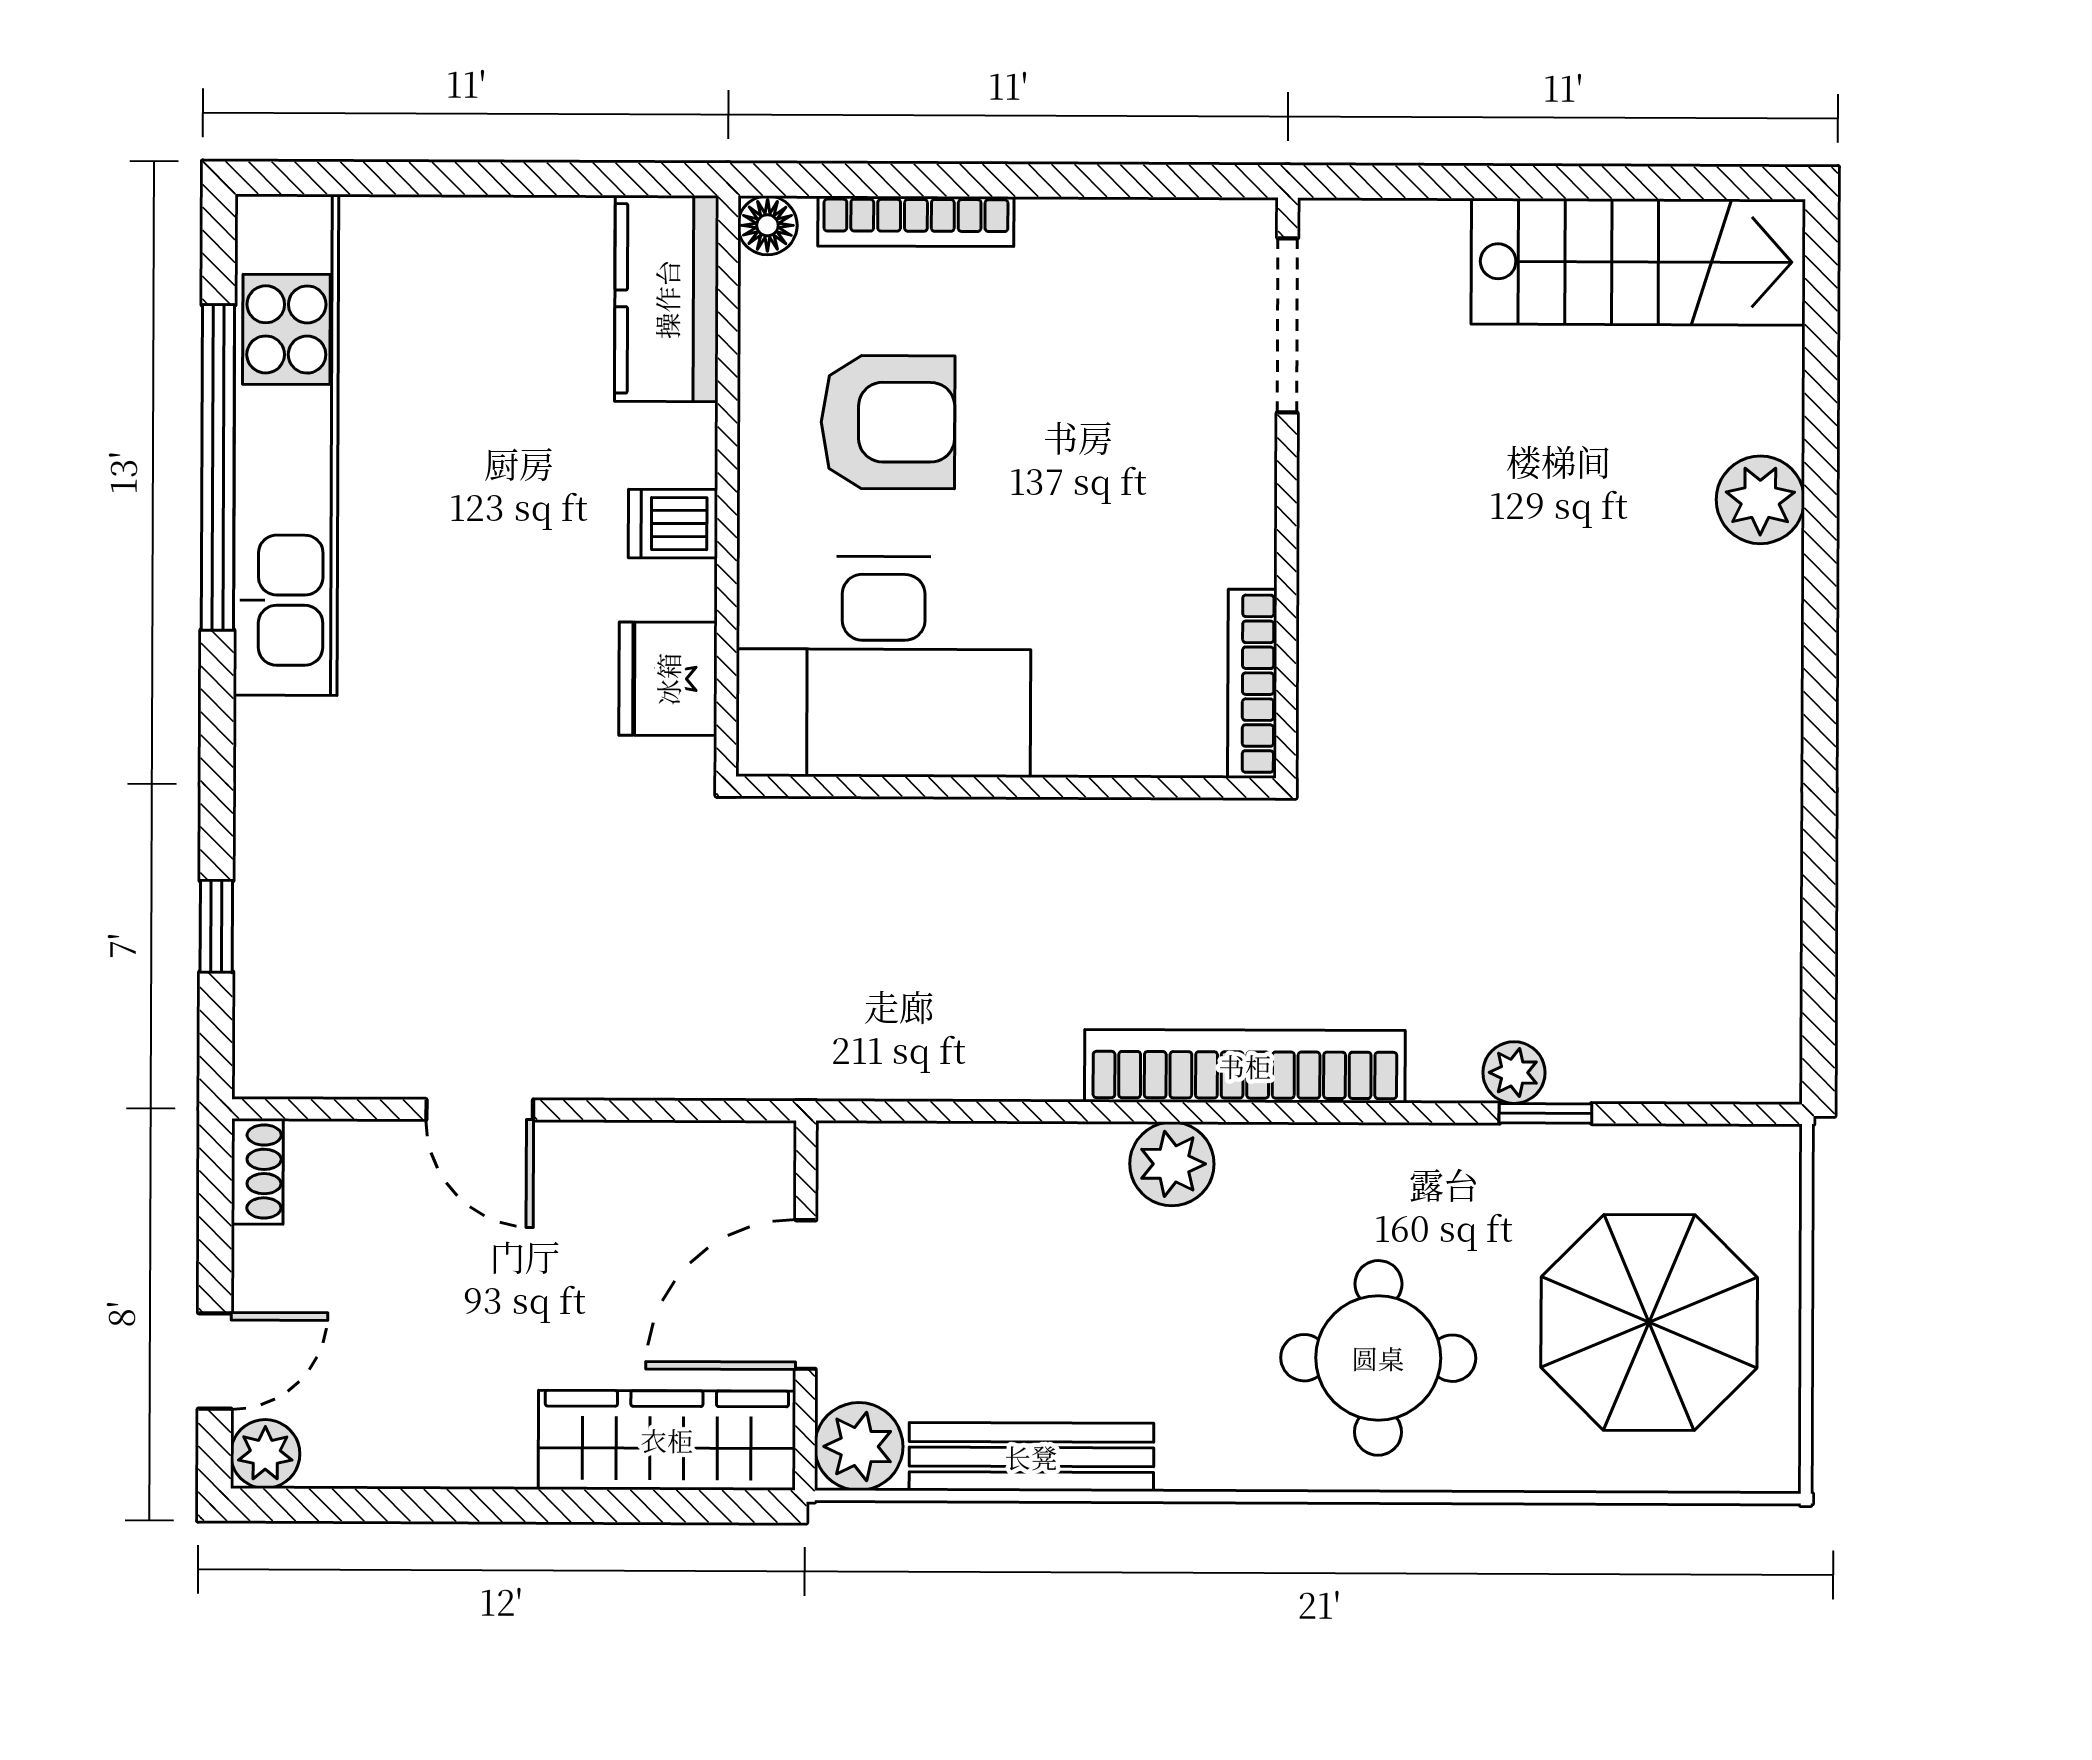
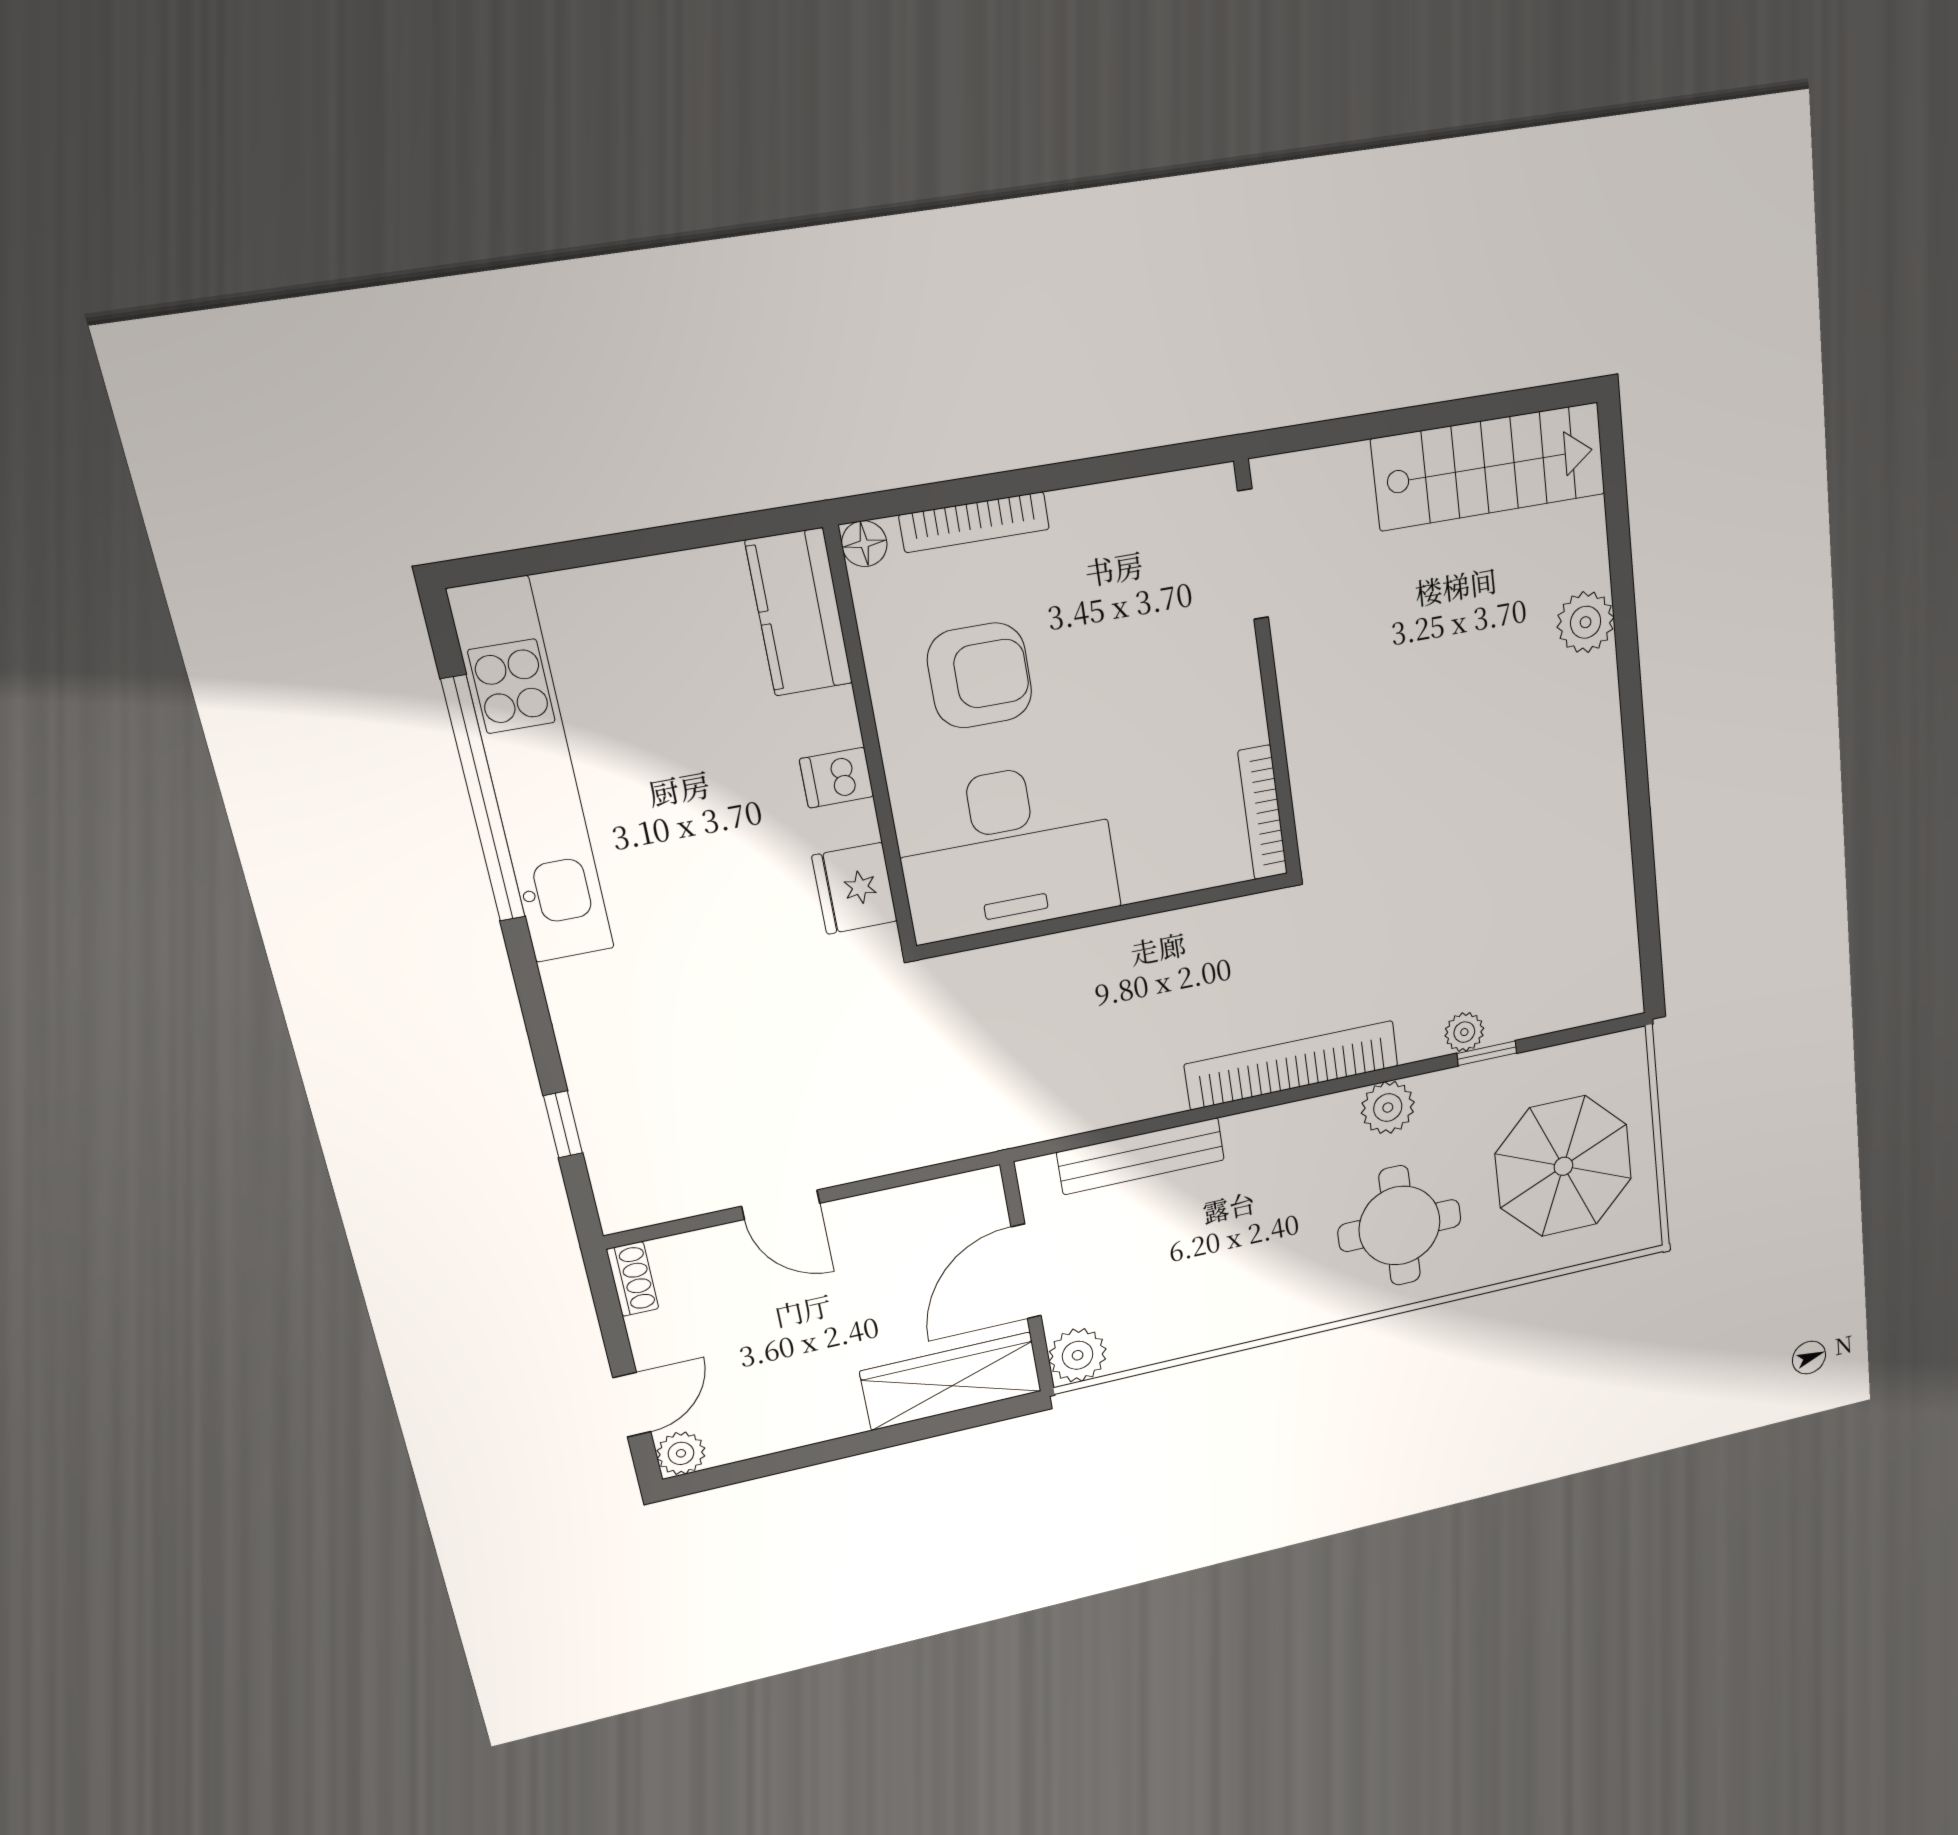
plant: (1172, 1164) -> (1388, 1108), moved
bench: (1031, 1457) -> (1141, 1156), moved

